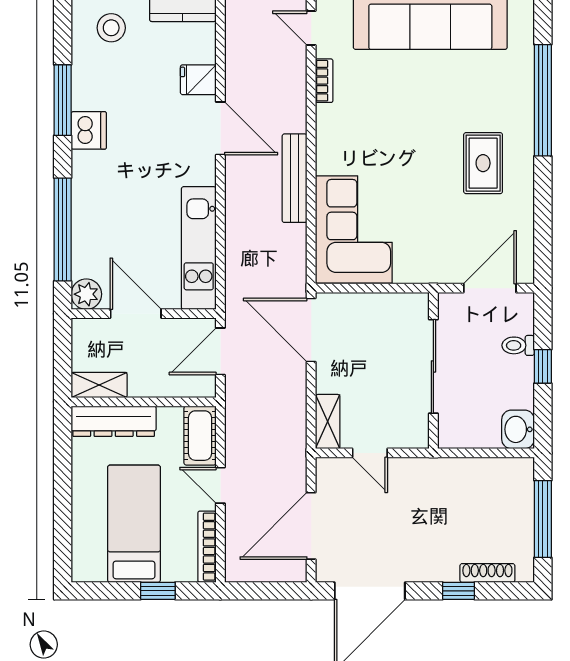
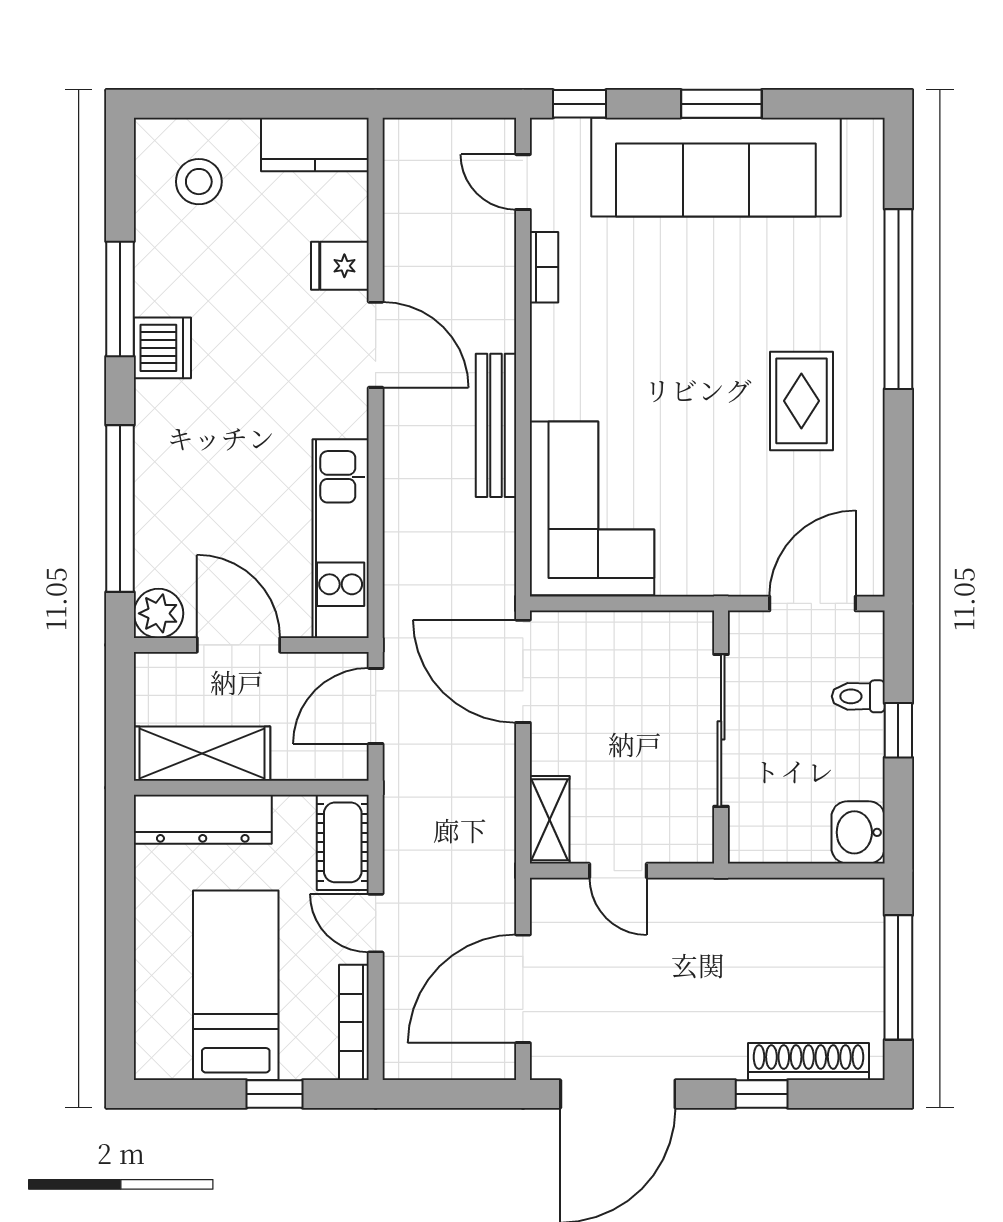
shelving: (99, 385) -> (202, 754), width x1.50, depth x1.33
shoe rack: (487, 573) -> (808, 1061), width x1.36, depth x1.24

